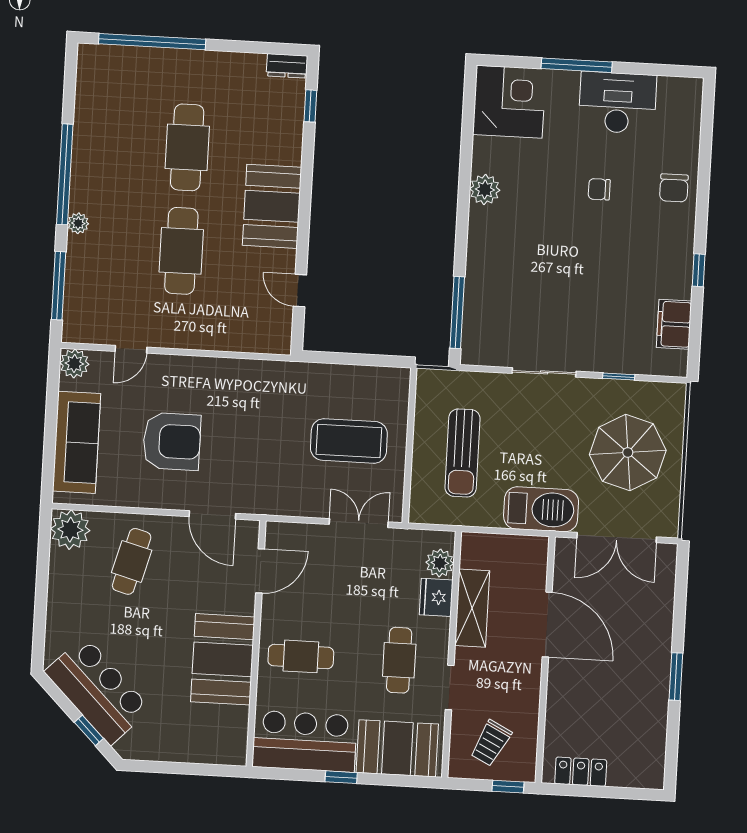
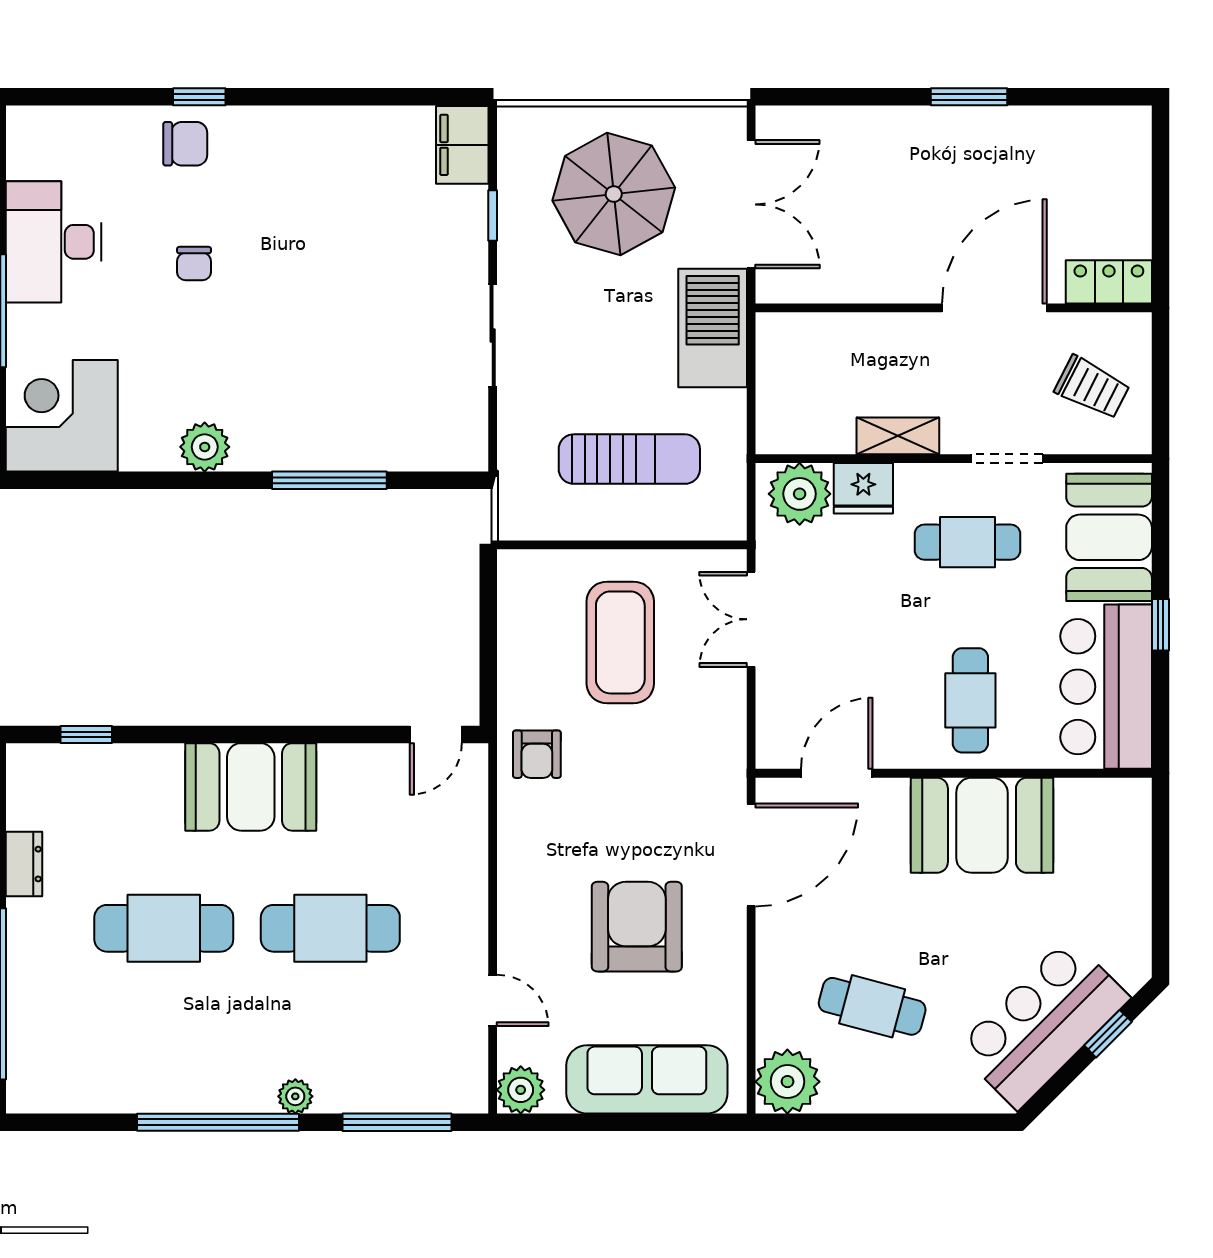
dresser: (287, 66) -> (24, 864), moved
window: (699, 270) -> (199, 97), moved
door: (300, 291) -> (436, 734), moved
window: (457, 313) -> (329, 480), moved
filing cabinet: (674, 324) -> (462, 145), moved, turned 90
armchair: (282, 385) -> (537, 754), added
door: (212, 515) -> (751, 855), width x1.36
cafe table: (132, 561) -> (872, 1006), moved
plant: (440, 563) -> (800, 494), width x1.36, depth x1.36
door: (260, 571) -> (837, 773), hinge flipped
shelving: (472, 608) -> (898, 436), width x0.67, depth x0.75
door: (547, 625) -> (994, 308), moved
locker: (581, 772) -> (1109, 282), moved, turned 90
window: (508, 787) -> (1160, 356), removed

